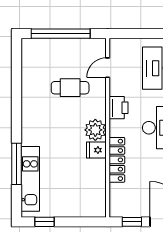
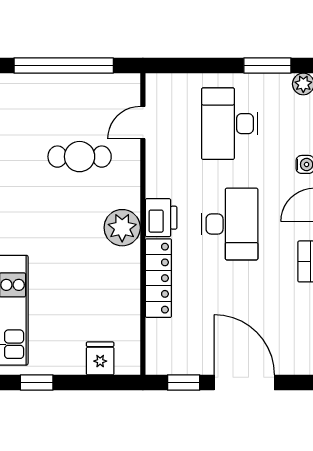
printer: (118, 108) -> (161, 218), moved
fridge: (96, 150) -> (100, 358), moved, turned 90

